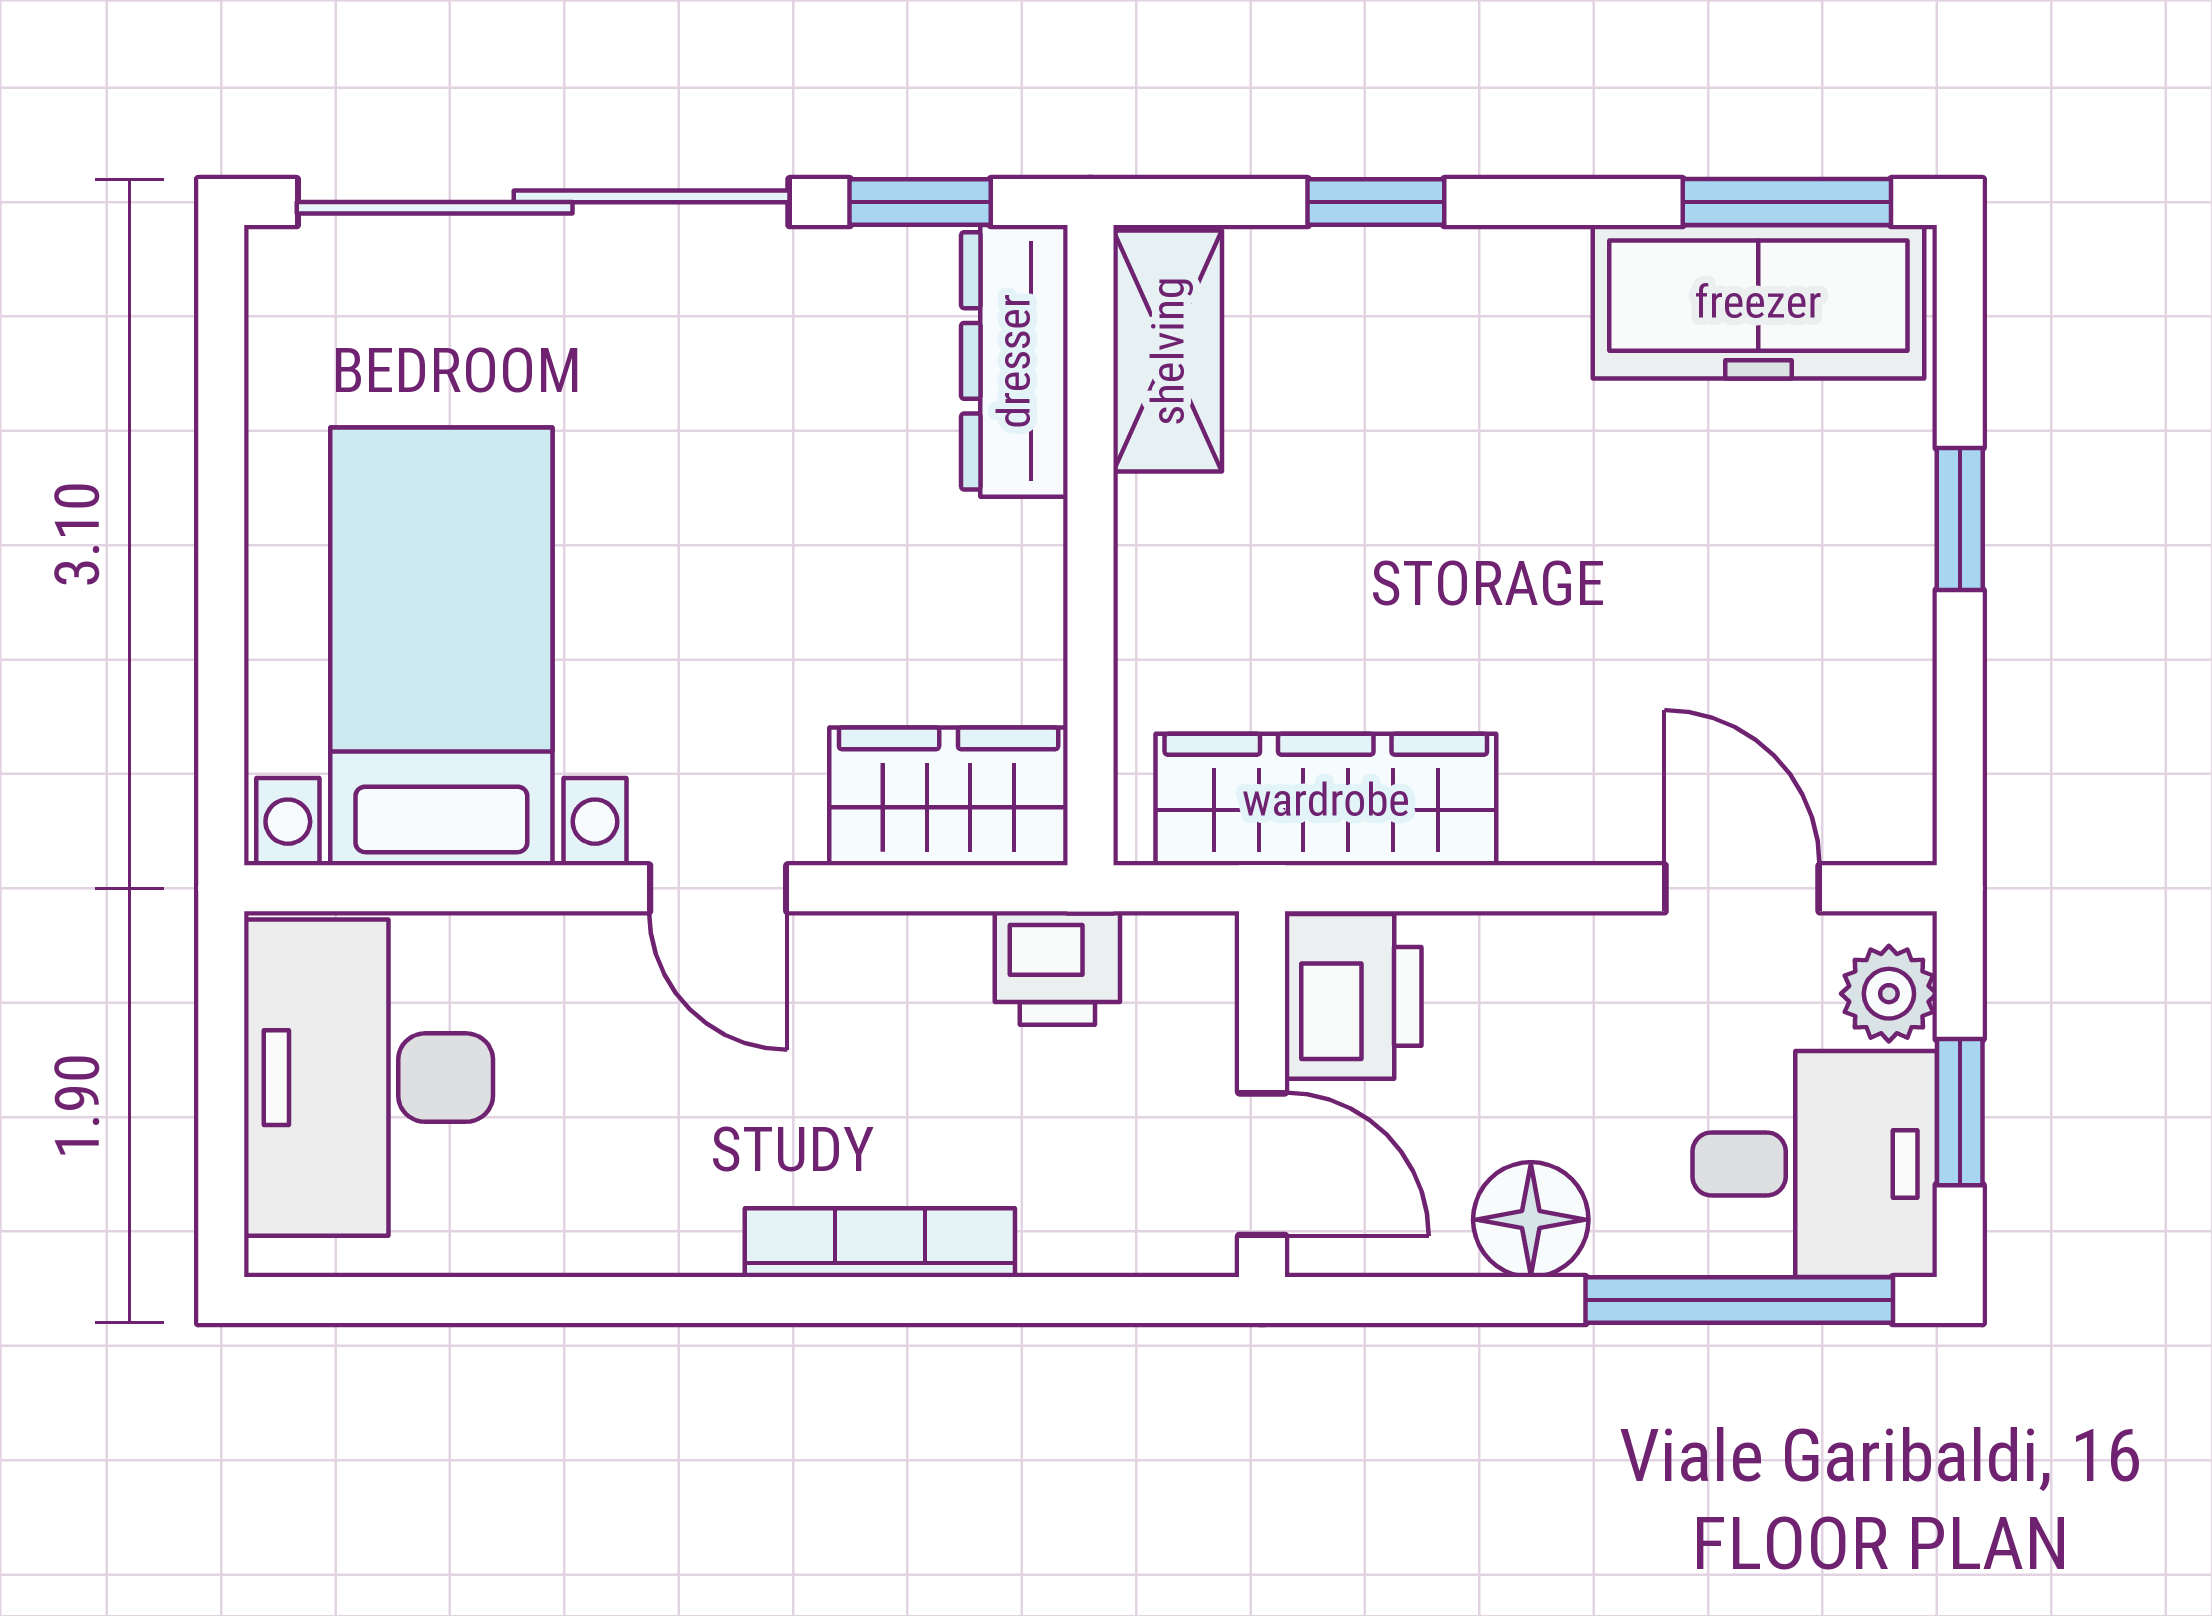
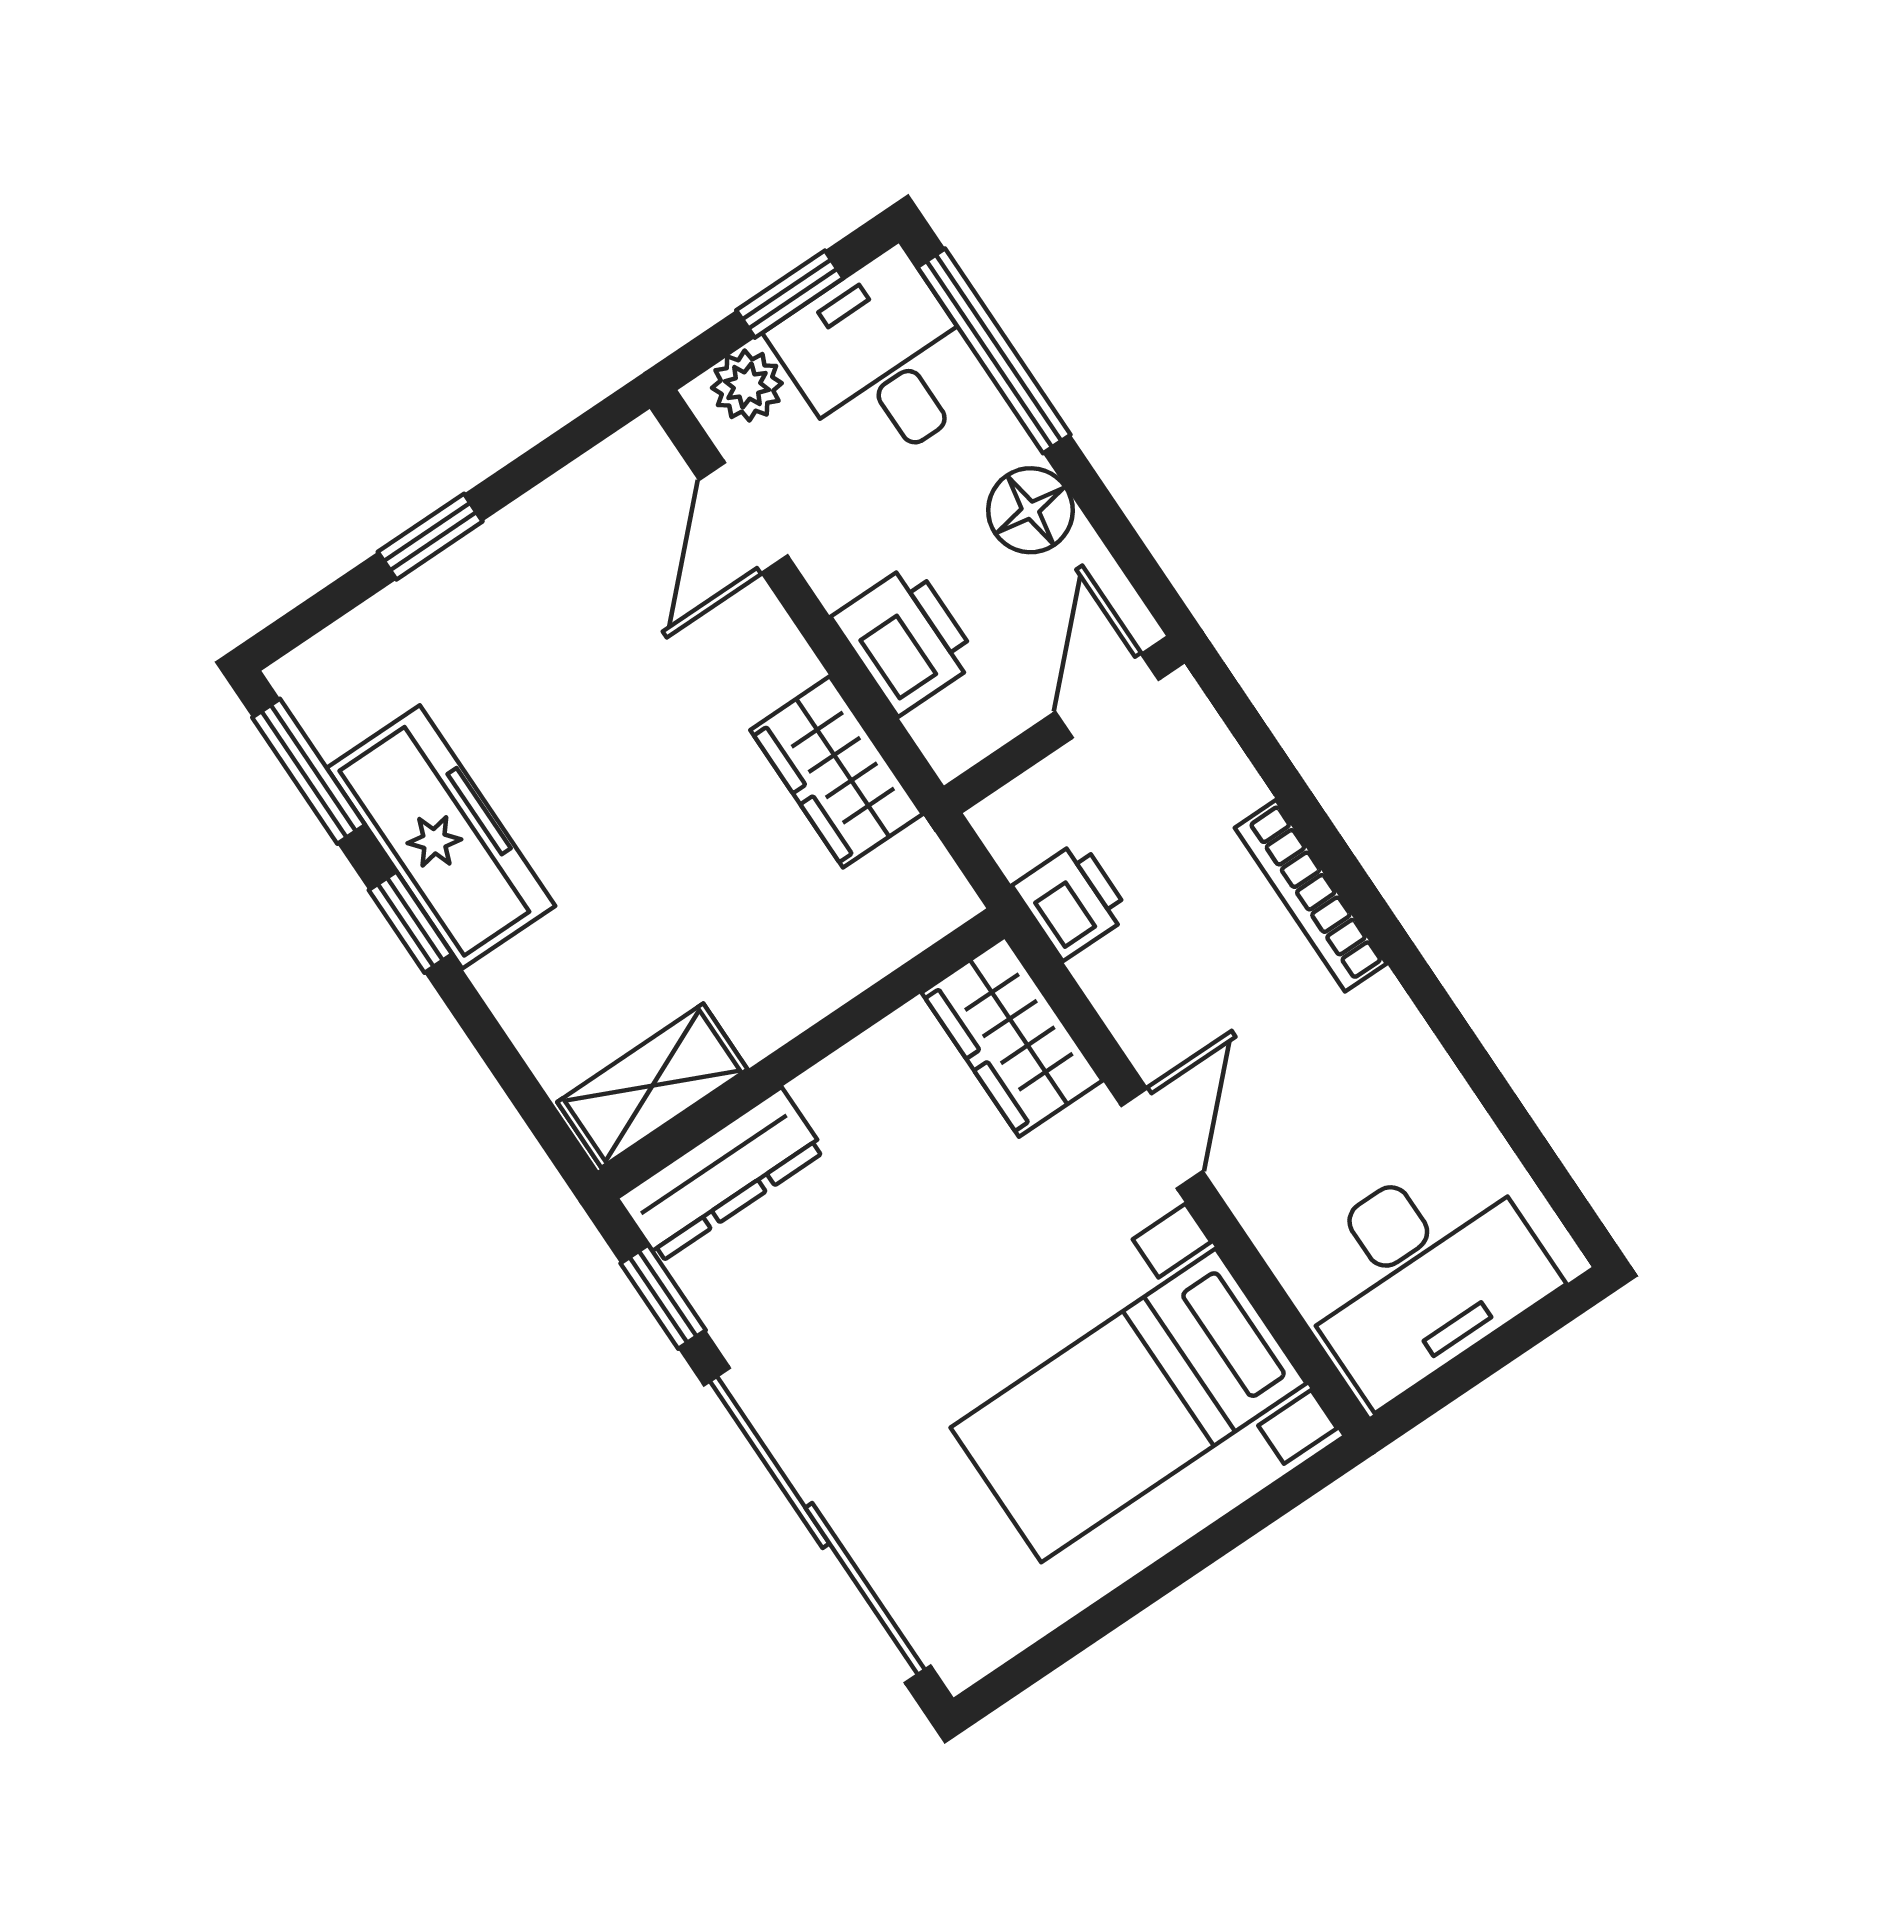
window: (1376, 202) -> (410, 922), moved
freezer: (1758, 302) -> (441, 837), moved
wardrobe: (1326, 800) -> (836, 772), width x0.67
printer: (1353, 996) -> (905, 639), moved, turned 90

